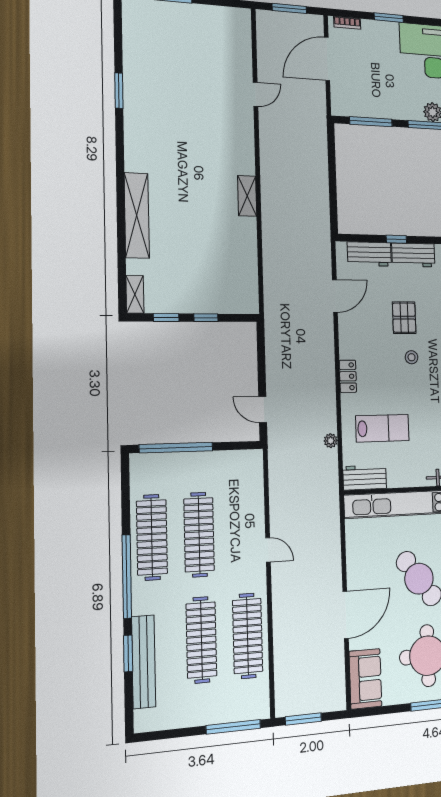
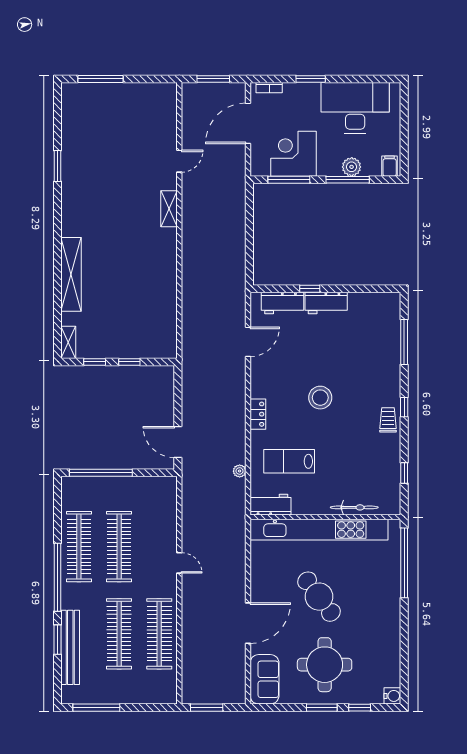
corner desk: (375, 94) -> (294, 154), added
shelving: (247, 196) -> (169, 209), moved
pallet: (404, 318) -> (314, 361), removed
stool: (412, 357) -> (320, 398), width x1.89, depth x1.89
door: (263, 409) -> (178, 442), width x1.38
lab bench: (382, 428) -> (289, 461), turned 180
window: (233, 727) -> (96, 708), moved

